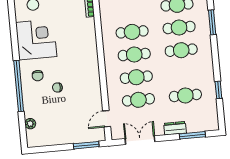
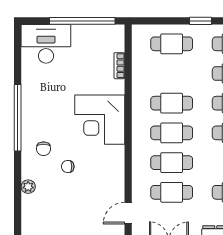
corner desk: (36, 40) -> (100, 120), moved, turned 180
window: (19, 86) -> (18, 118), moved
plant: (30, 124) -> (28, 187), moved

